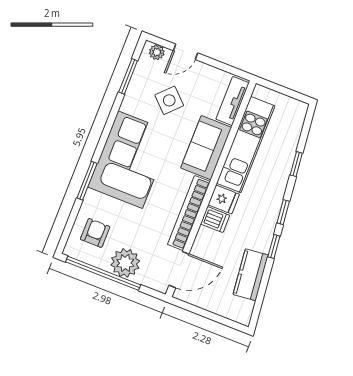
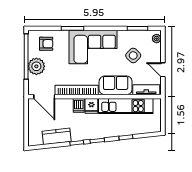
door: (185, 52) -> (163, 70), moved

